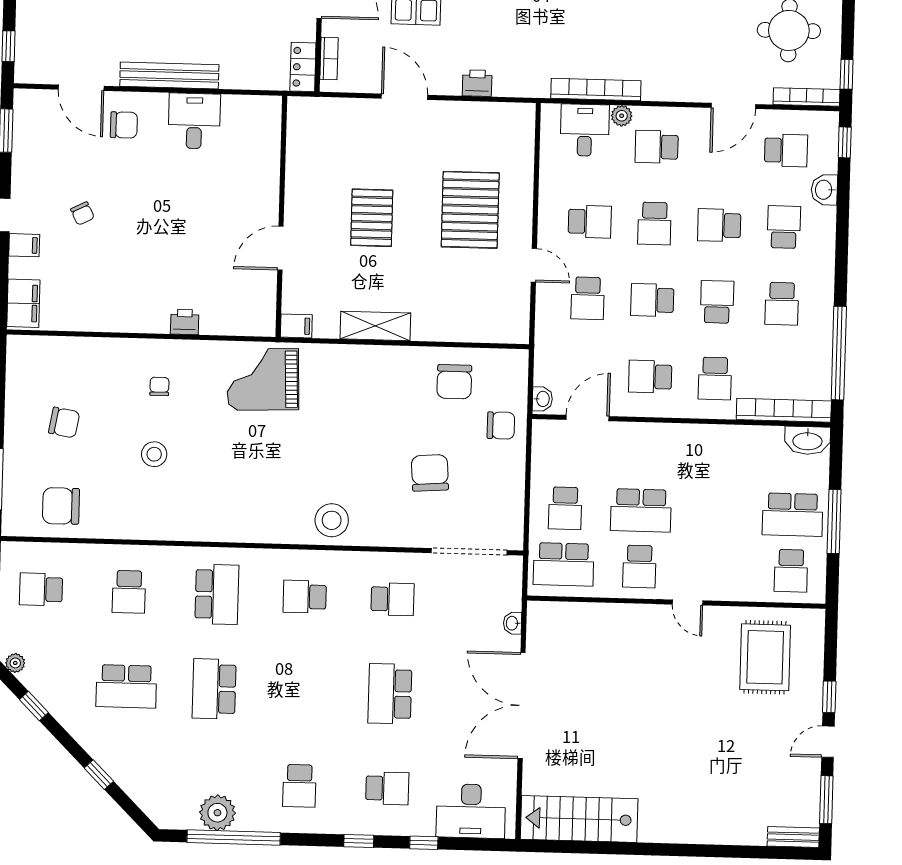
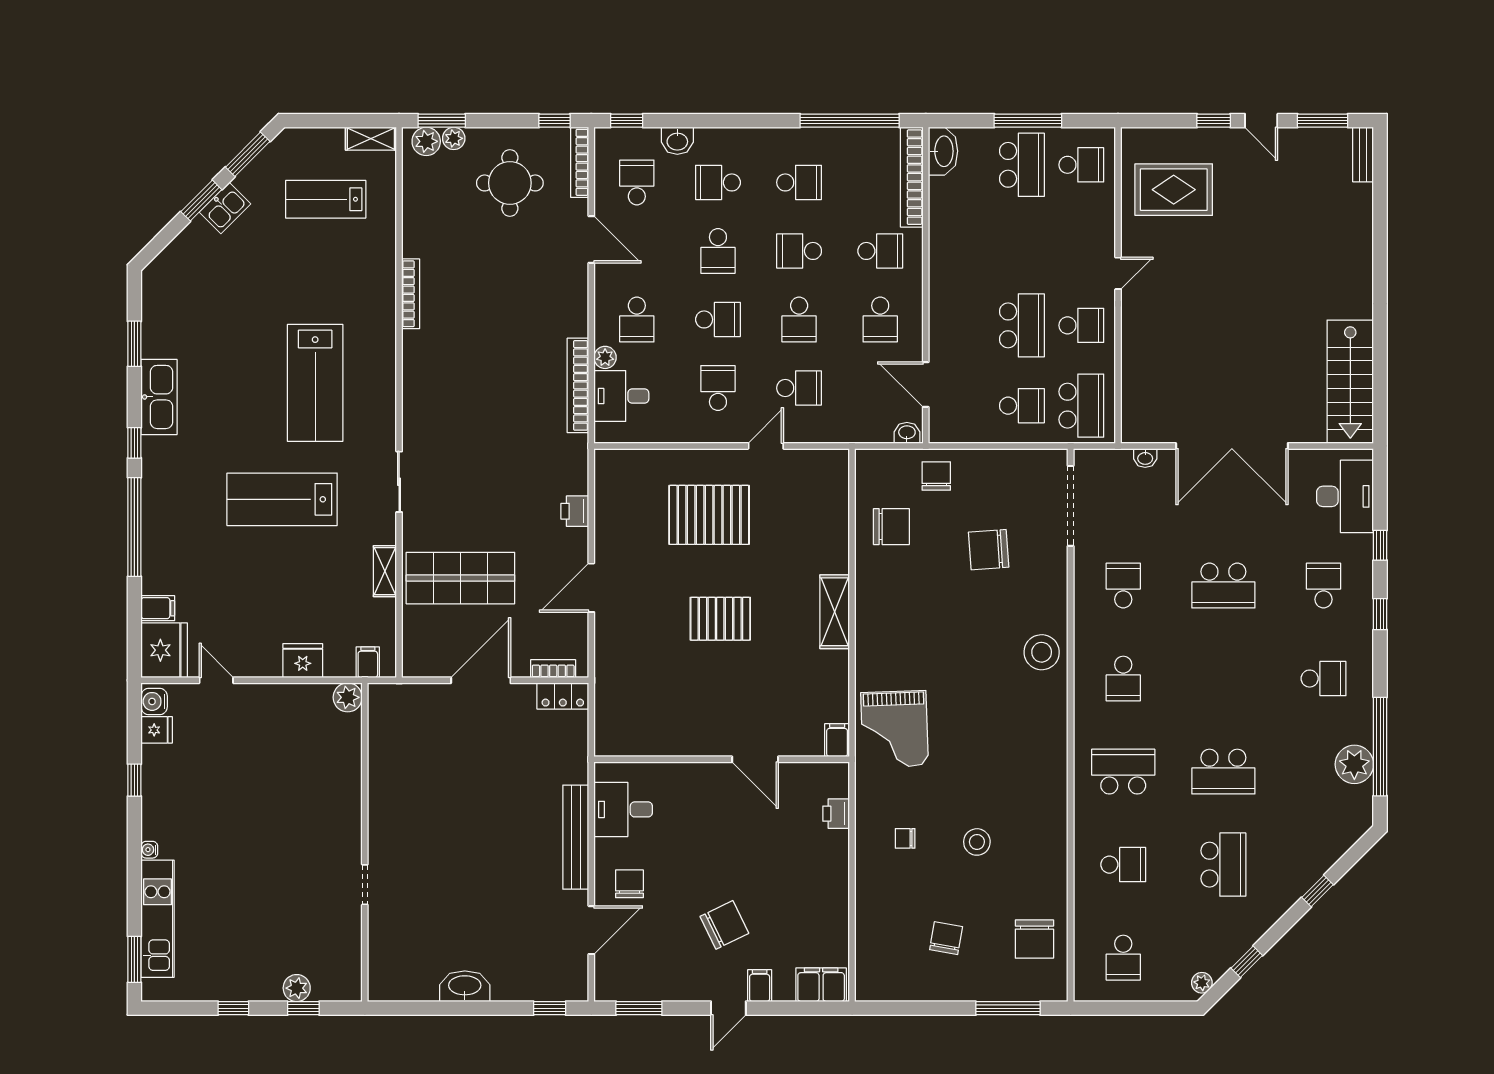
chair: (82, 214) -> (724, 925), width x1.87, depth x1.87
wall: (281, 216) -> (722, 759), moved
door: (280, 248) -> (755, 759), moved
filing cabinet: (296, 326) -> (837, 740), moved

